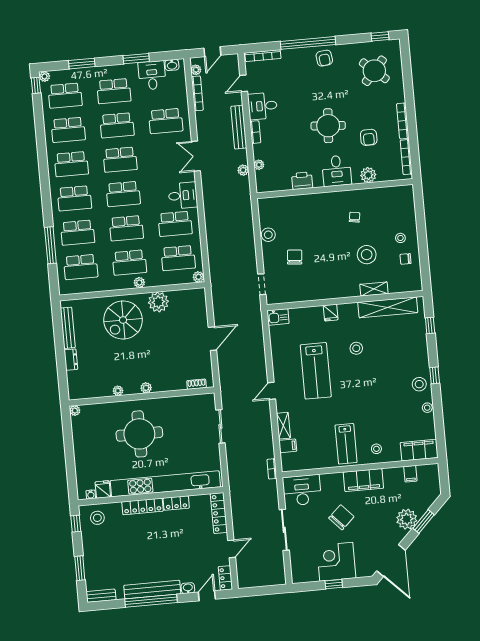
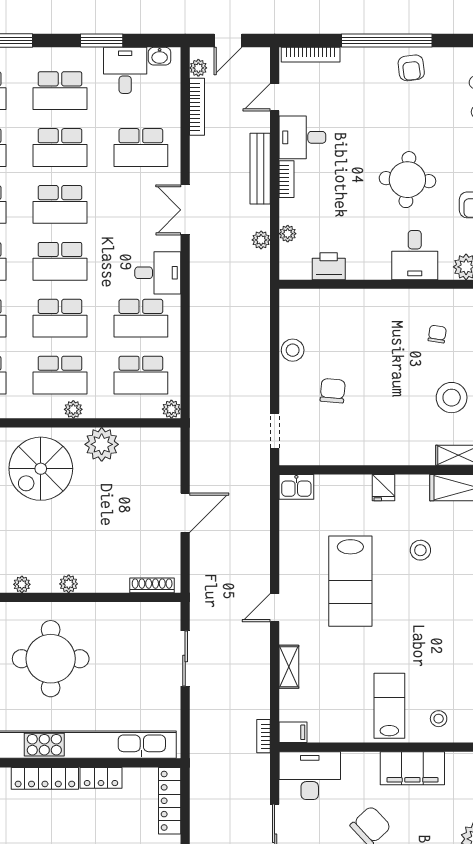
printer: (302, 181) -> (329, 266), moved
shoe rack: (196, 384) -> (152, 585), width x1.43
lab bench: (346, 444) -> (389, 706), turned 180
filing cabinet: (288, 446) -> (293, 732), moved

